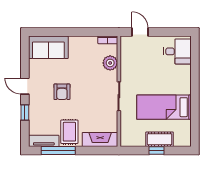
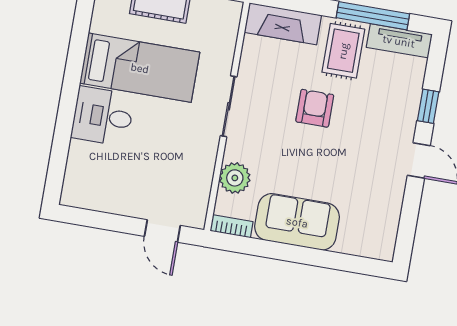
sofa: (48, 47) -> (297, 222), moved
desk: (177, 51) -> (103, 116), moved
armchair: (62, 92) -> (315, 108), moved

